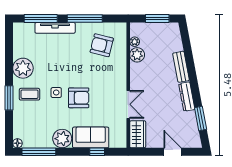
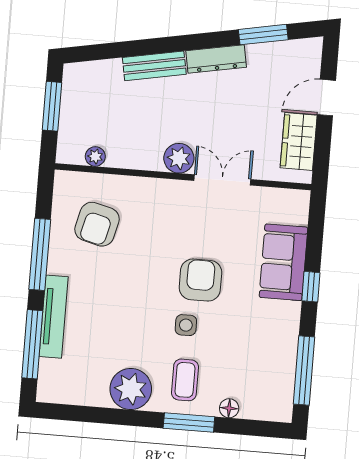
plant: (137, 55) -> (179, 158), moved
wardrobe: (138, 134) -> (299, 142), moved, turned -90
plant: (62, 139) -> (281, 321), removed
floor lamp: (17, 143) -> (229, 408), moved
window: (97, 152) -> (311, 287), moved

